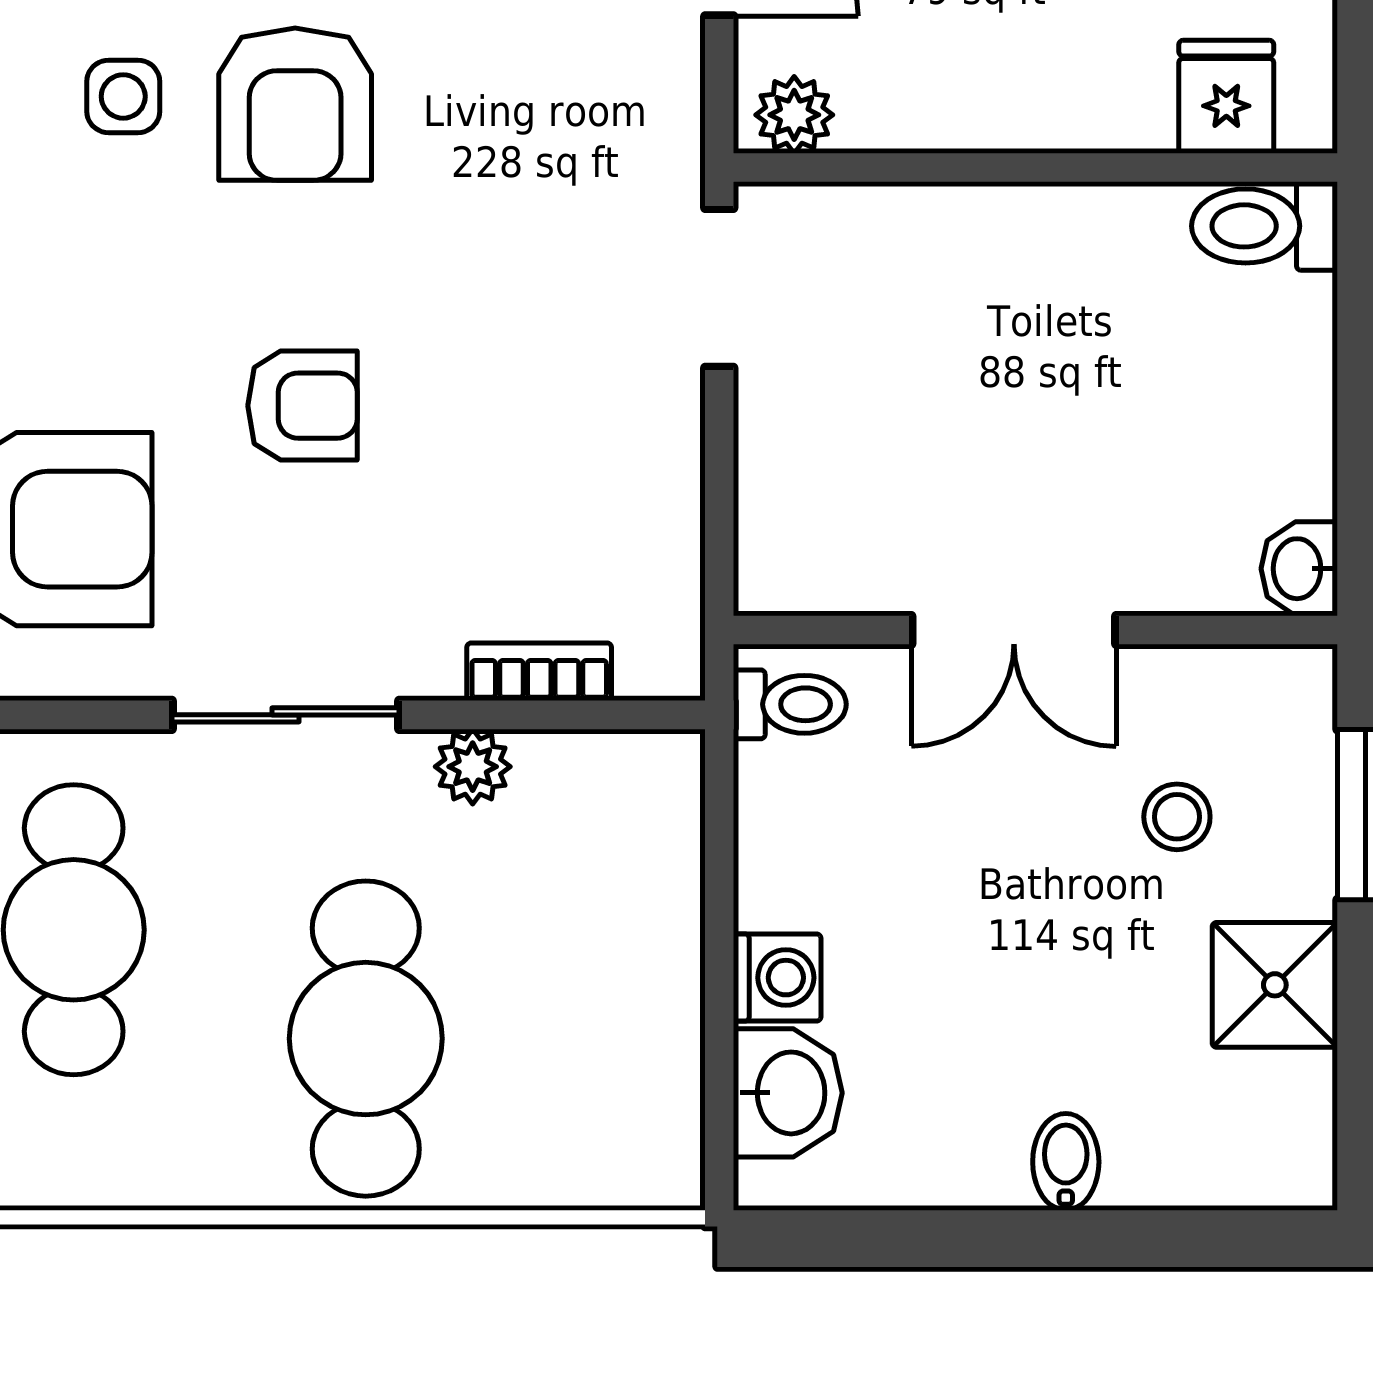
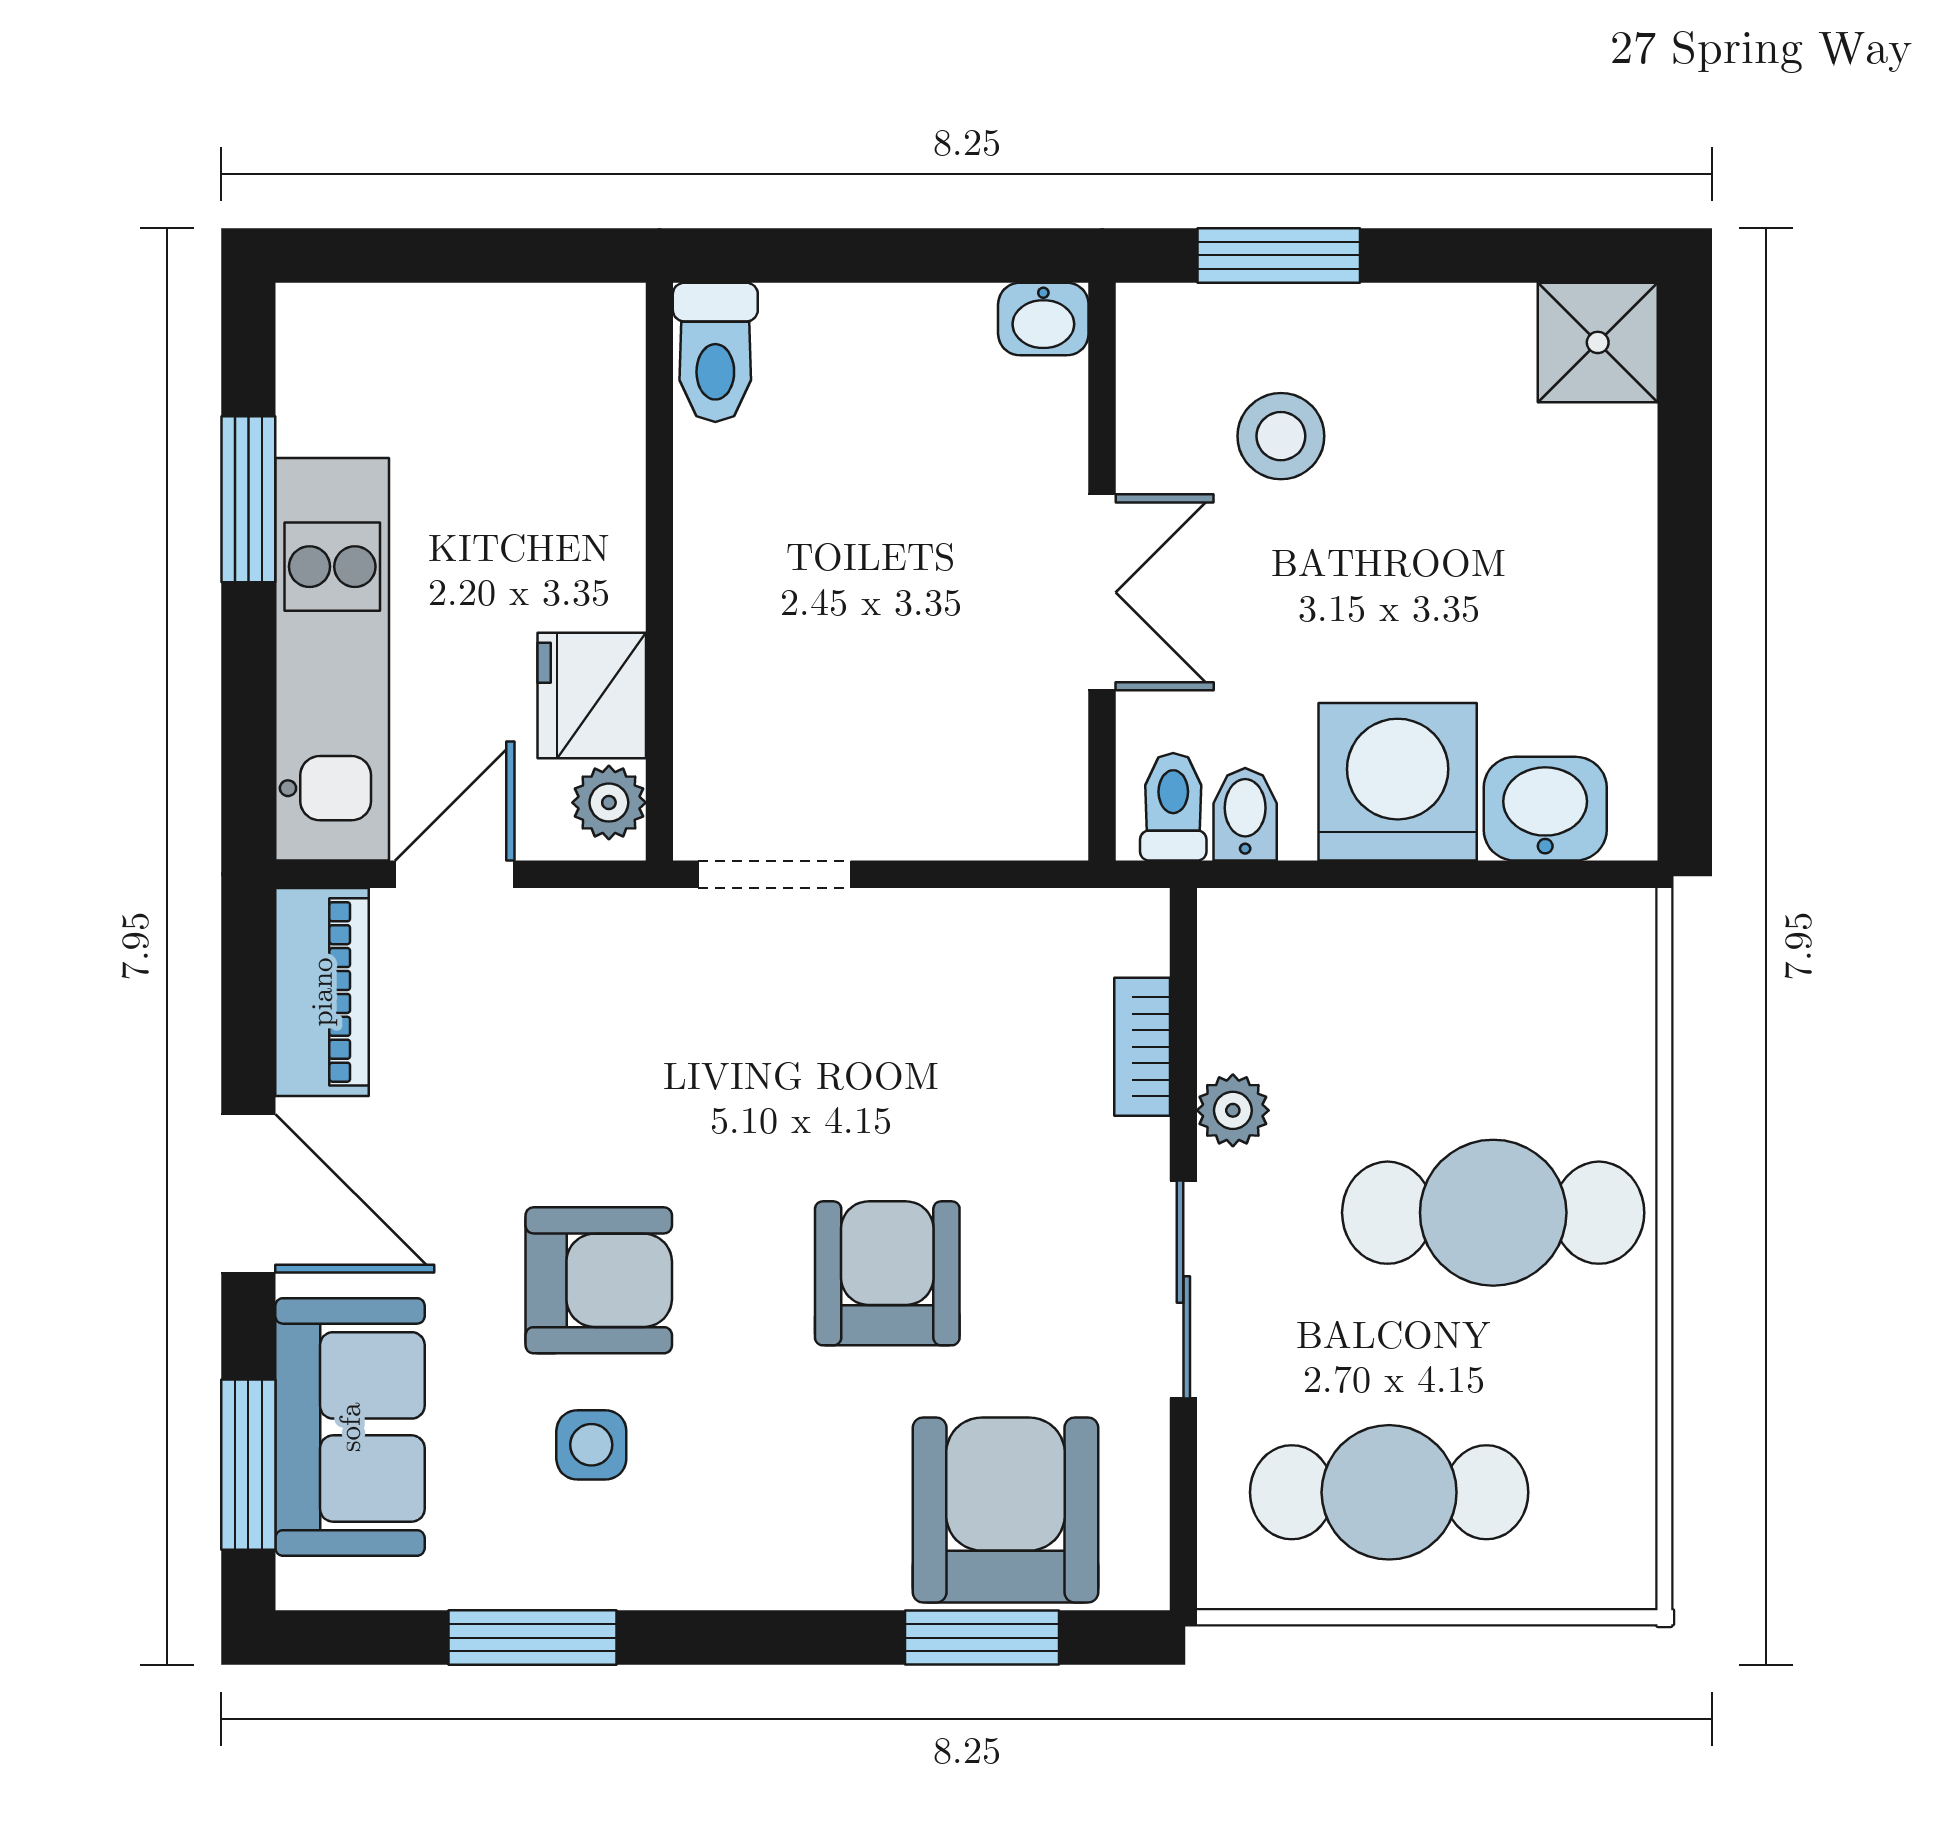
fridge: (1226, 97) -> (592, 695), moved, width x1.38
armchair: (302, 406) -> (887, 1273), width x1.38, depth x1.38
stool: (1177, 817) -> (1281, 436), width x1.37, depth x1.37
washing machine: (777, 978) -> (1398, 782), width x1.89, depth x1.89
shower: (1275, 985) -> (1598, 342), moved
bidet: (1066, 1162) -> (1245, 814), moved, turned 90

